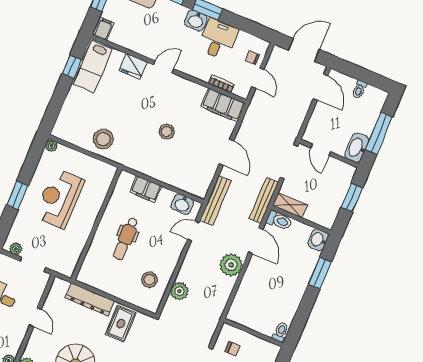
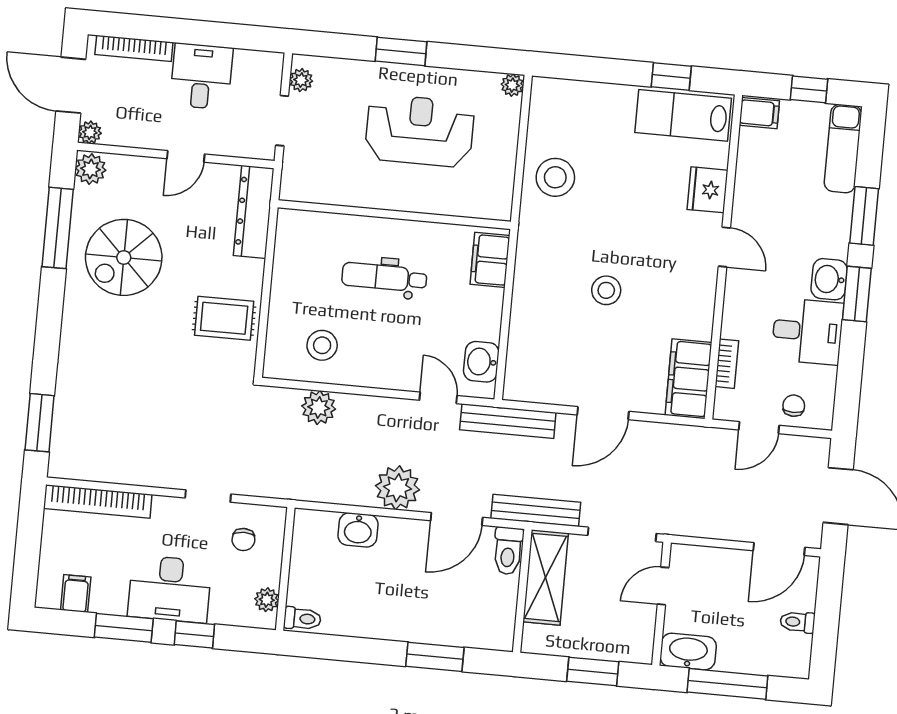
filing cabinet: (146, 189) -> (490, 260), moved
shelving: (290, 205) -> (546, 577), width x1.50, depth x1.33
washbasin: (318, 240) -> (358, 530), moved, turned 180
dresser: (90, 300) -> (254, 212), moved
plant: (266, 347) -> (267, 600), added

